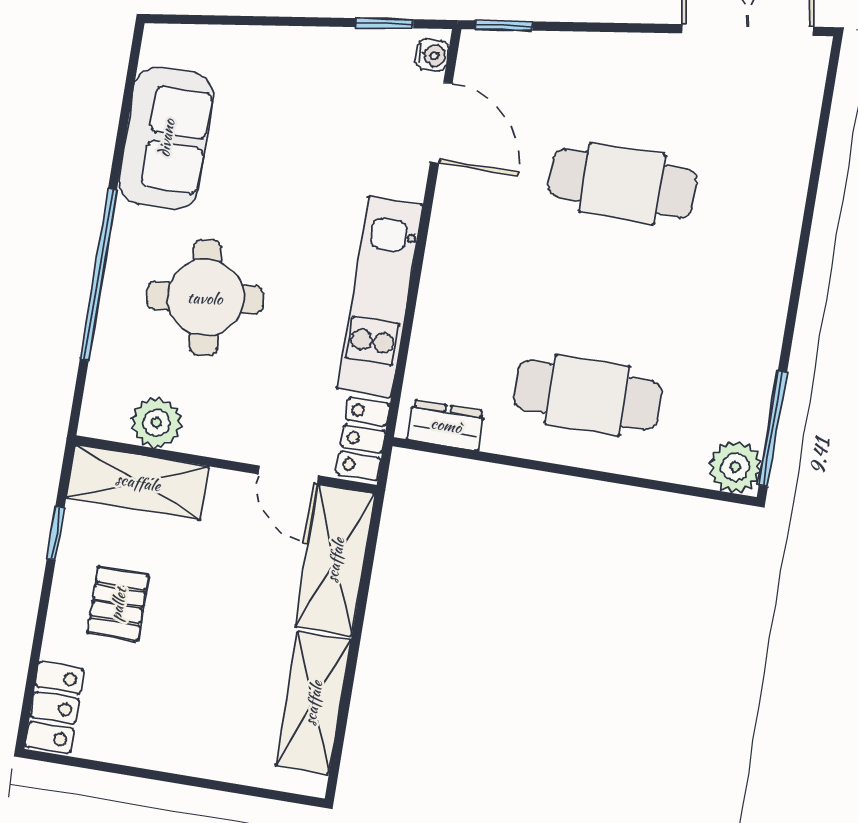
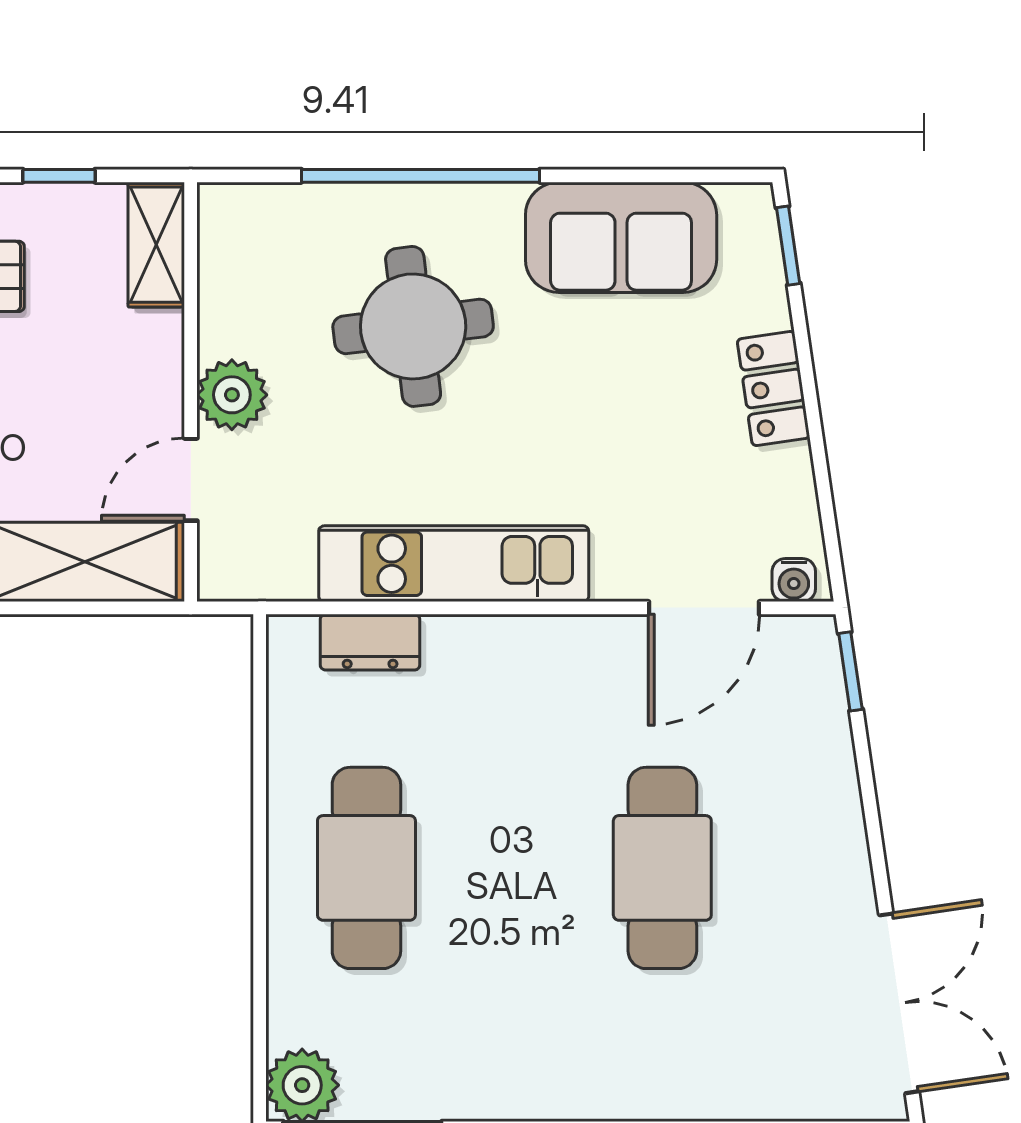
window: (385, 23) -> (788, 246), moved
plant: (157, 423) -> (232, 395), moved
dresser: (446, 425) -> (370, 642), moved, turned 90
locker: (363, 439) -> (773, 389), moved, turned -98
shelving: (138, 482) -> (156, 245), width x0.67, depth x0.75

